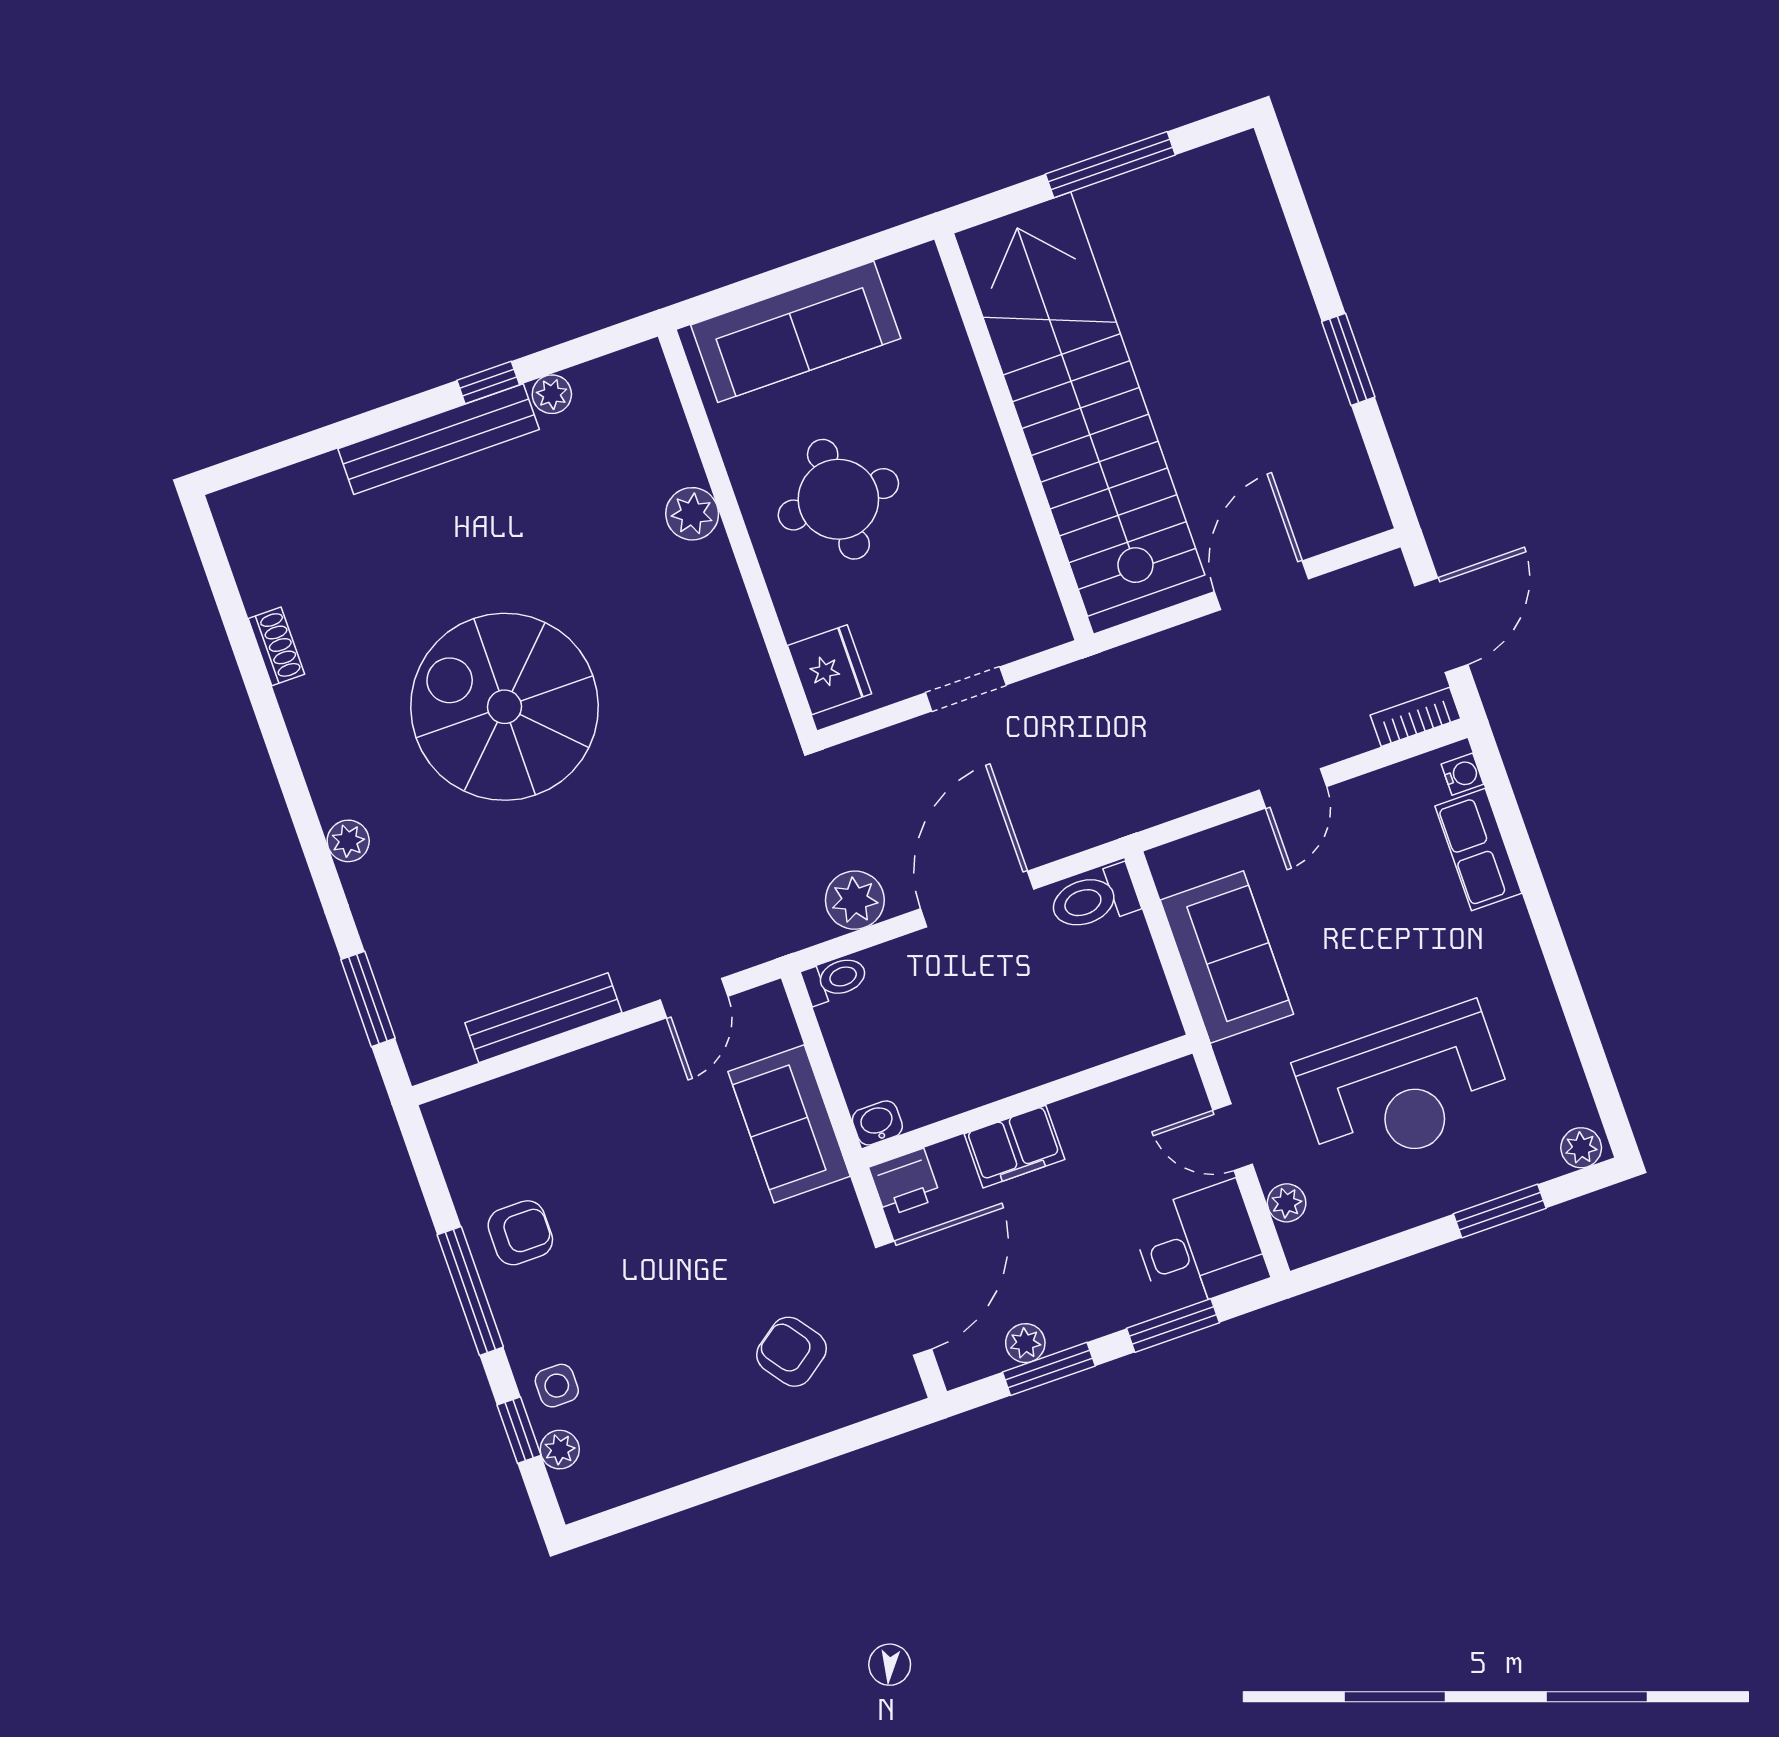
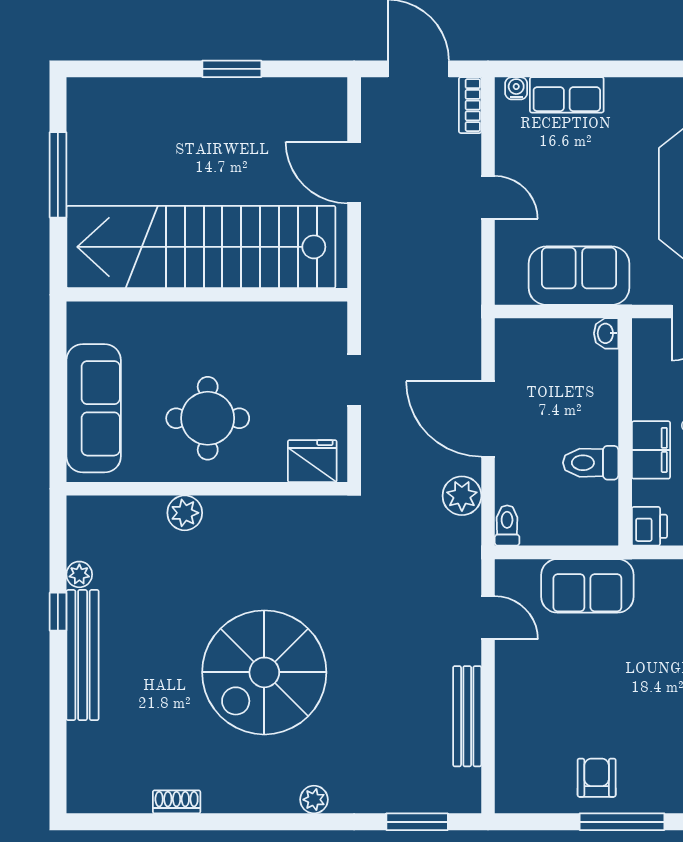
toilet: (1094, 899) -> (591, 463), moved, turned 90
washbasin: (877, 1123) -> (606, 333), moved

